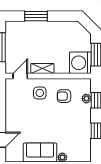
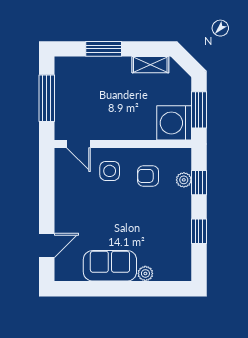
shelving: (42, 68) -> (150, 65), moved
door: (20, 76) -> (79, 144), swing flipped

